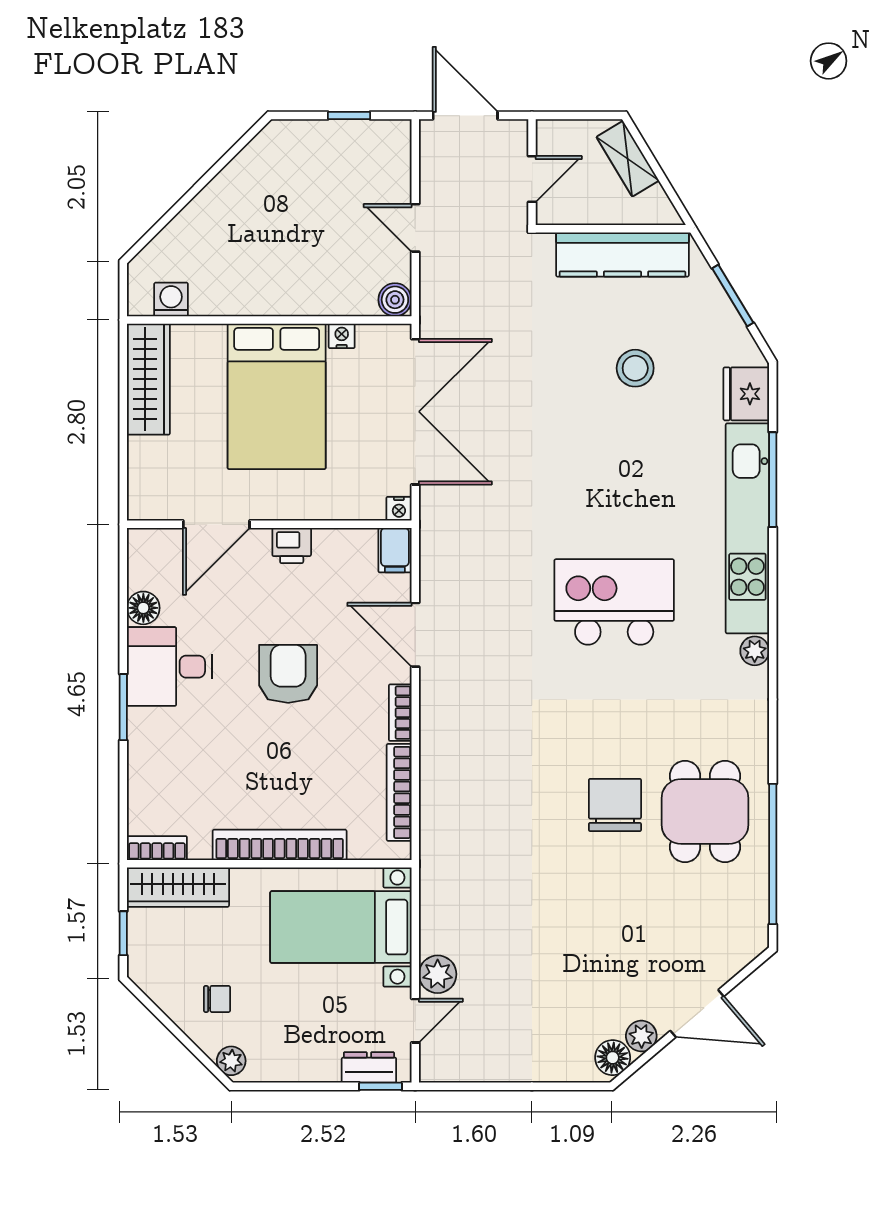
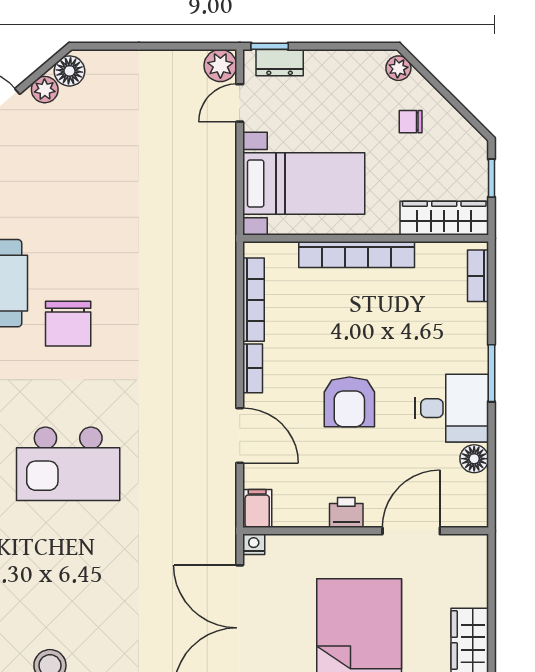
chair: (615, 805) -> (68, 324), moved
bookcase: (157, 848) -> (478, 276), moved, turned 90
plant: (438, 974) -> (220, 66), moved

